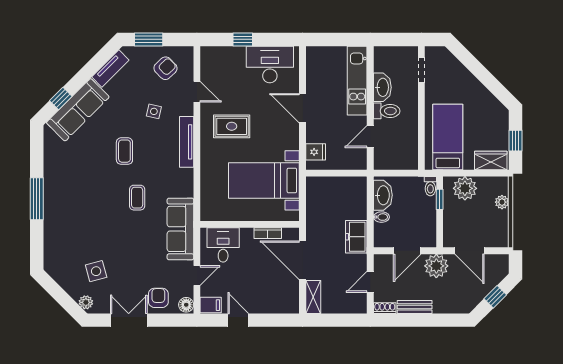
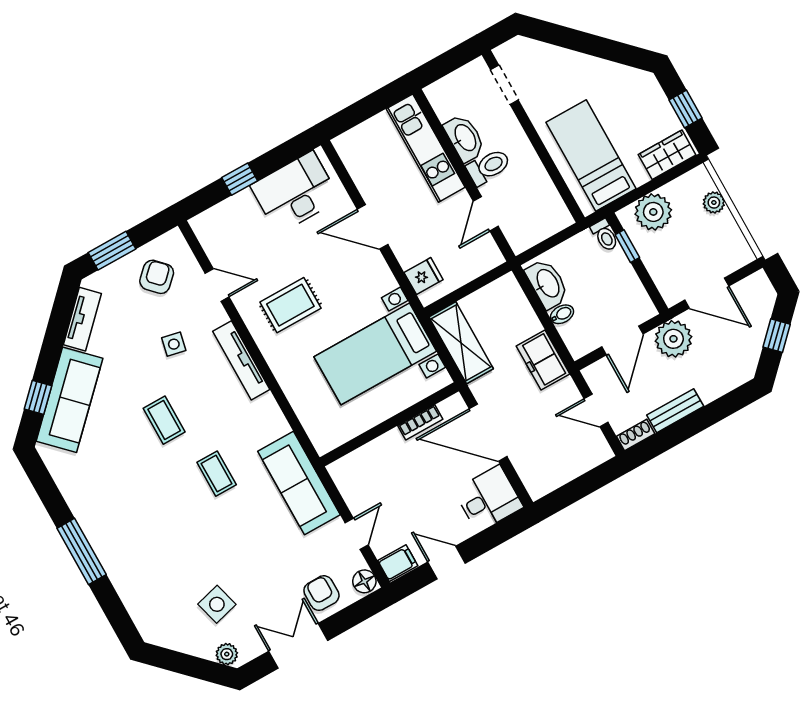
desk: (223, 245) -> (488, 499), moved, turned 90
door: (370, 282) -> (596, 411), hinge flipped
shelving: (313, 297) -> (461, 343), moved, width x1.50, depth x1.33

